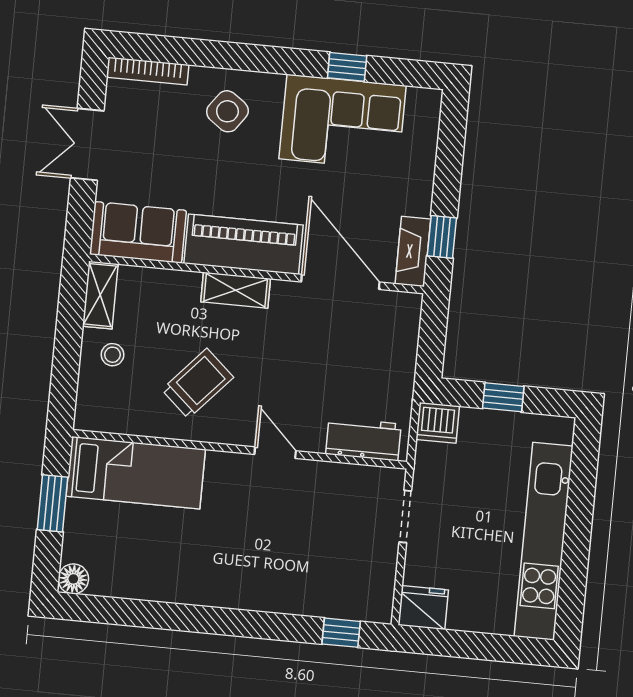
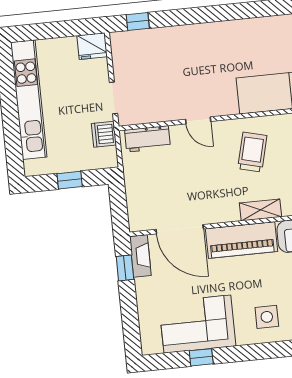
side table: (227, 111) -> (267, 317), turned -36
shelving: (236, 290) -> (261, 210), moved
trolley: (198, 383) -> (252, 152), turned 152
dishwasher: (438, 423) -> (104, 134), moved, turned -90

